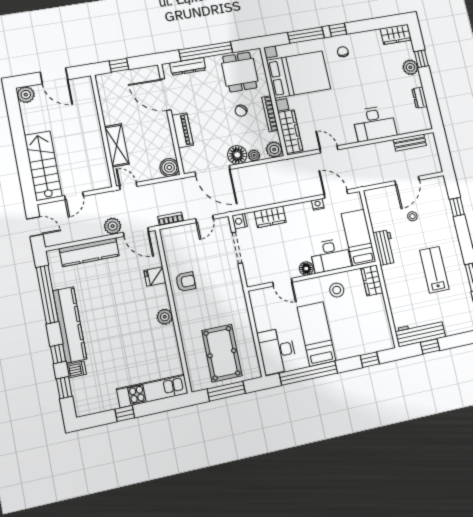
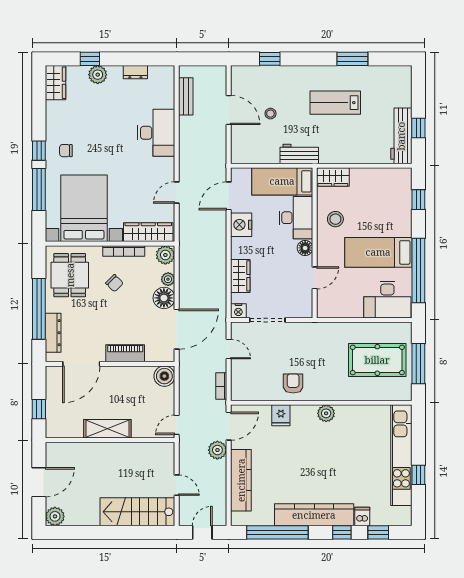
dining table: (240, 72) -> (70, 275), turned 90
shelving: (117, 145) -> (107, 429), moved
nightstand: (318, 204) -> (241, 225), width x1.89, depth x1.79
kitchen unit: (152, 391) -> (401, 455), width x1.36

